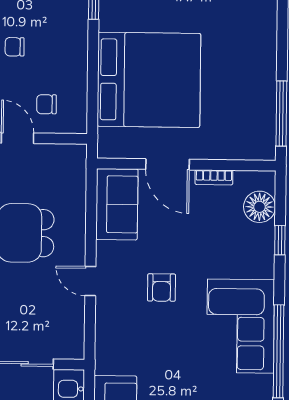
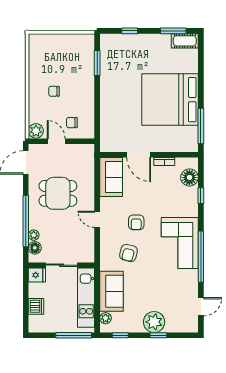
bed: (149, 80) -> (170, 100), moved, turned 180
armchair: (147, 343) -> (129, 253), added

